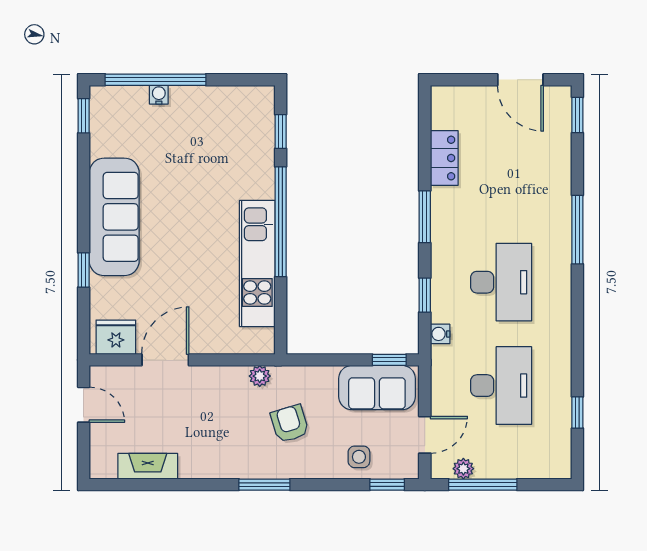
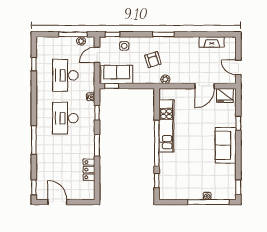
sofa: (114, 217) -> (226, 145), width x0.73

